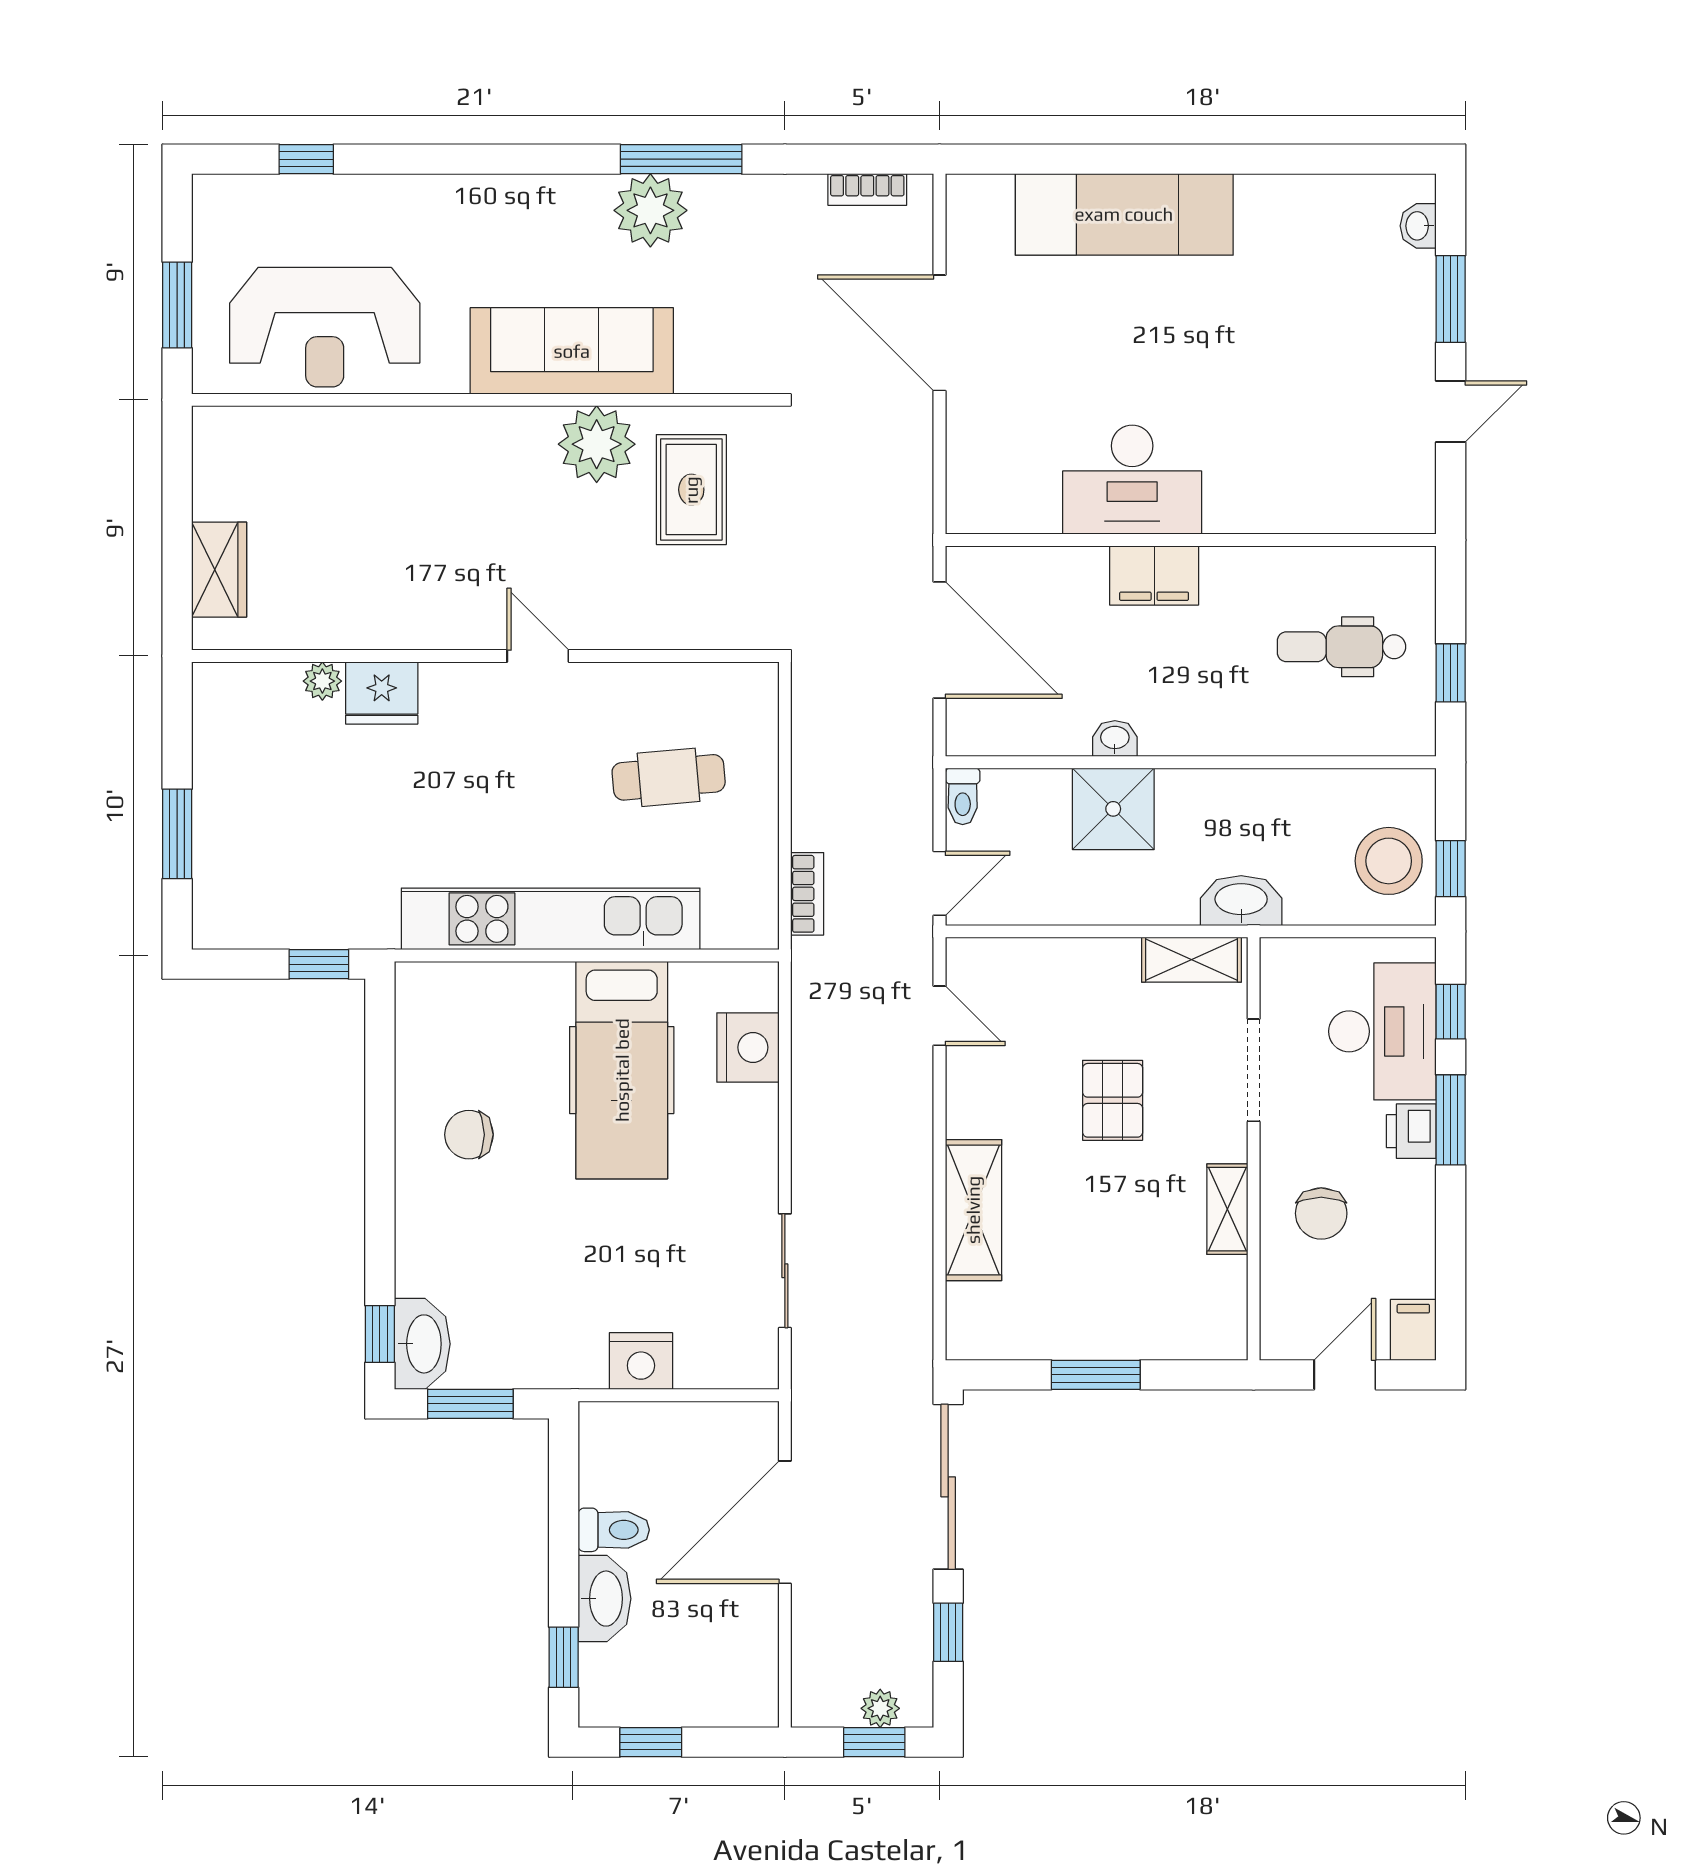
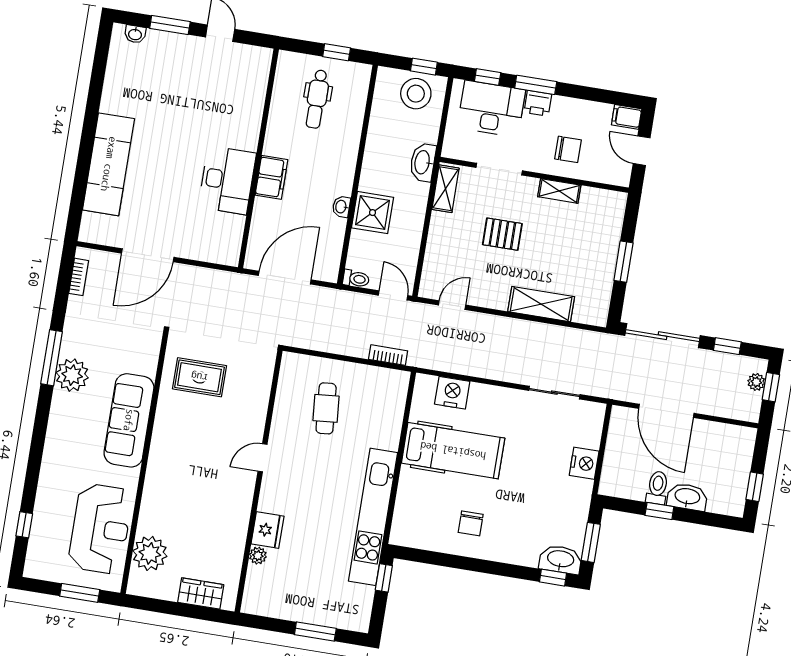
plant: (597, 444) -> (150, 553), moved
kitchen unit: (551, 919) -> (373, 517), moved
window: (564, 1657) -> (659, 511), moved

